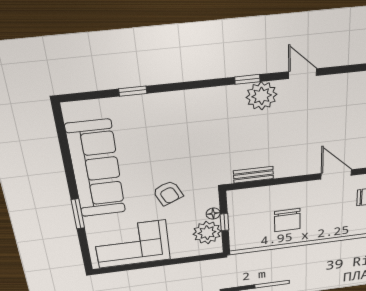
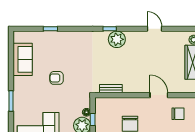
door: (303, 74) -> (155, 29), moved
sofa: (96, 169) -> (23, 59), width x0.54, depth x0.79
armchair: (168, 193) -> (57, 78), moved, turned 114

